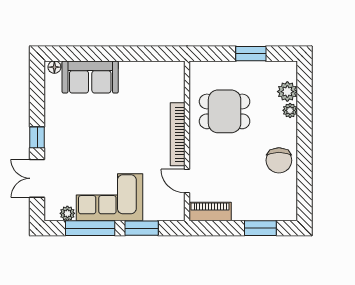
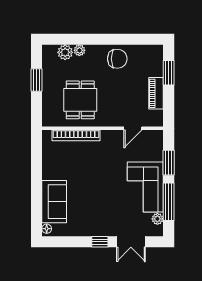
bookcase: (178, 134) -> (76, 135), moved
piano: (210, 212) -> (156, 93), moved

